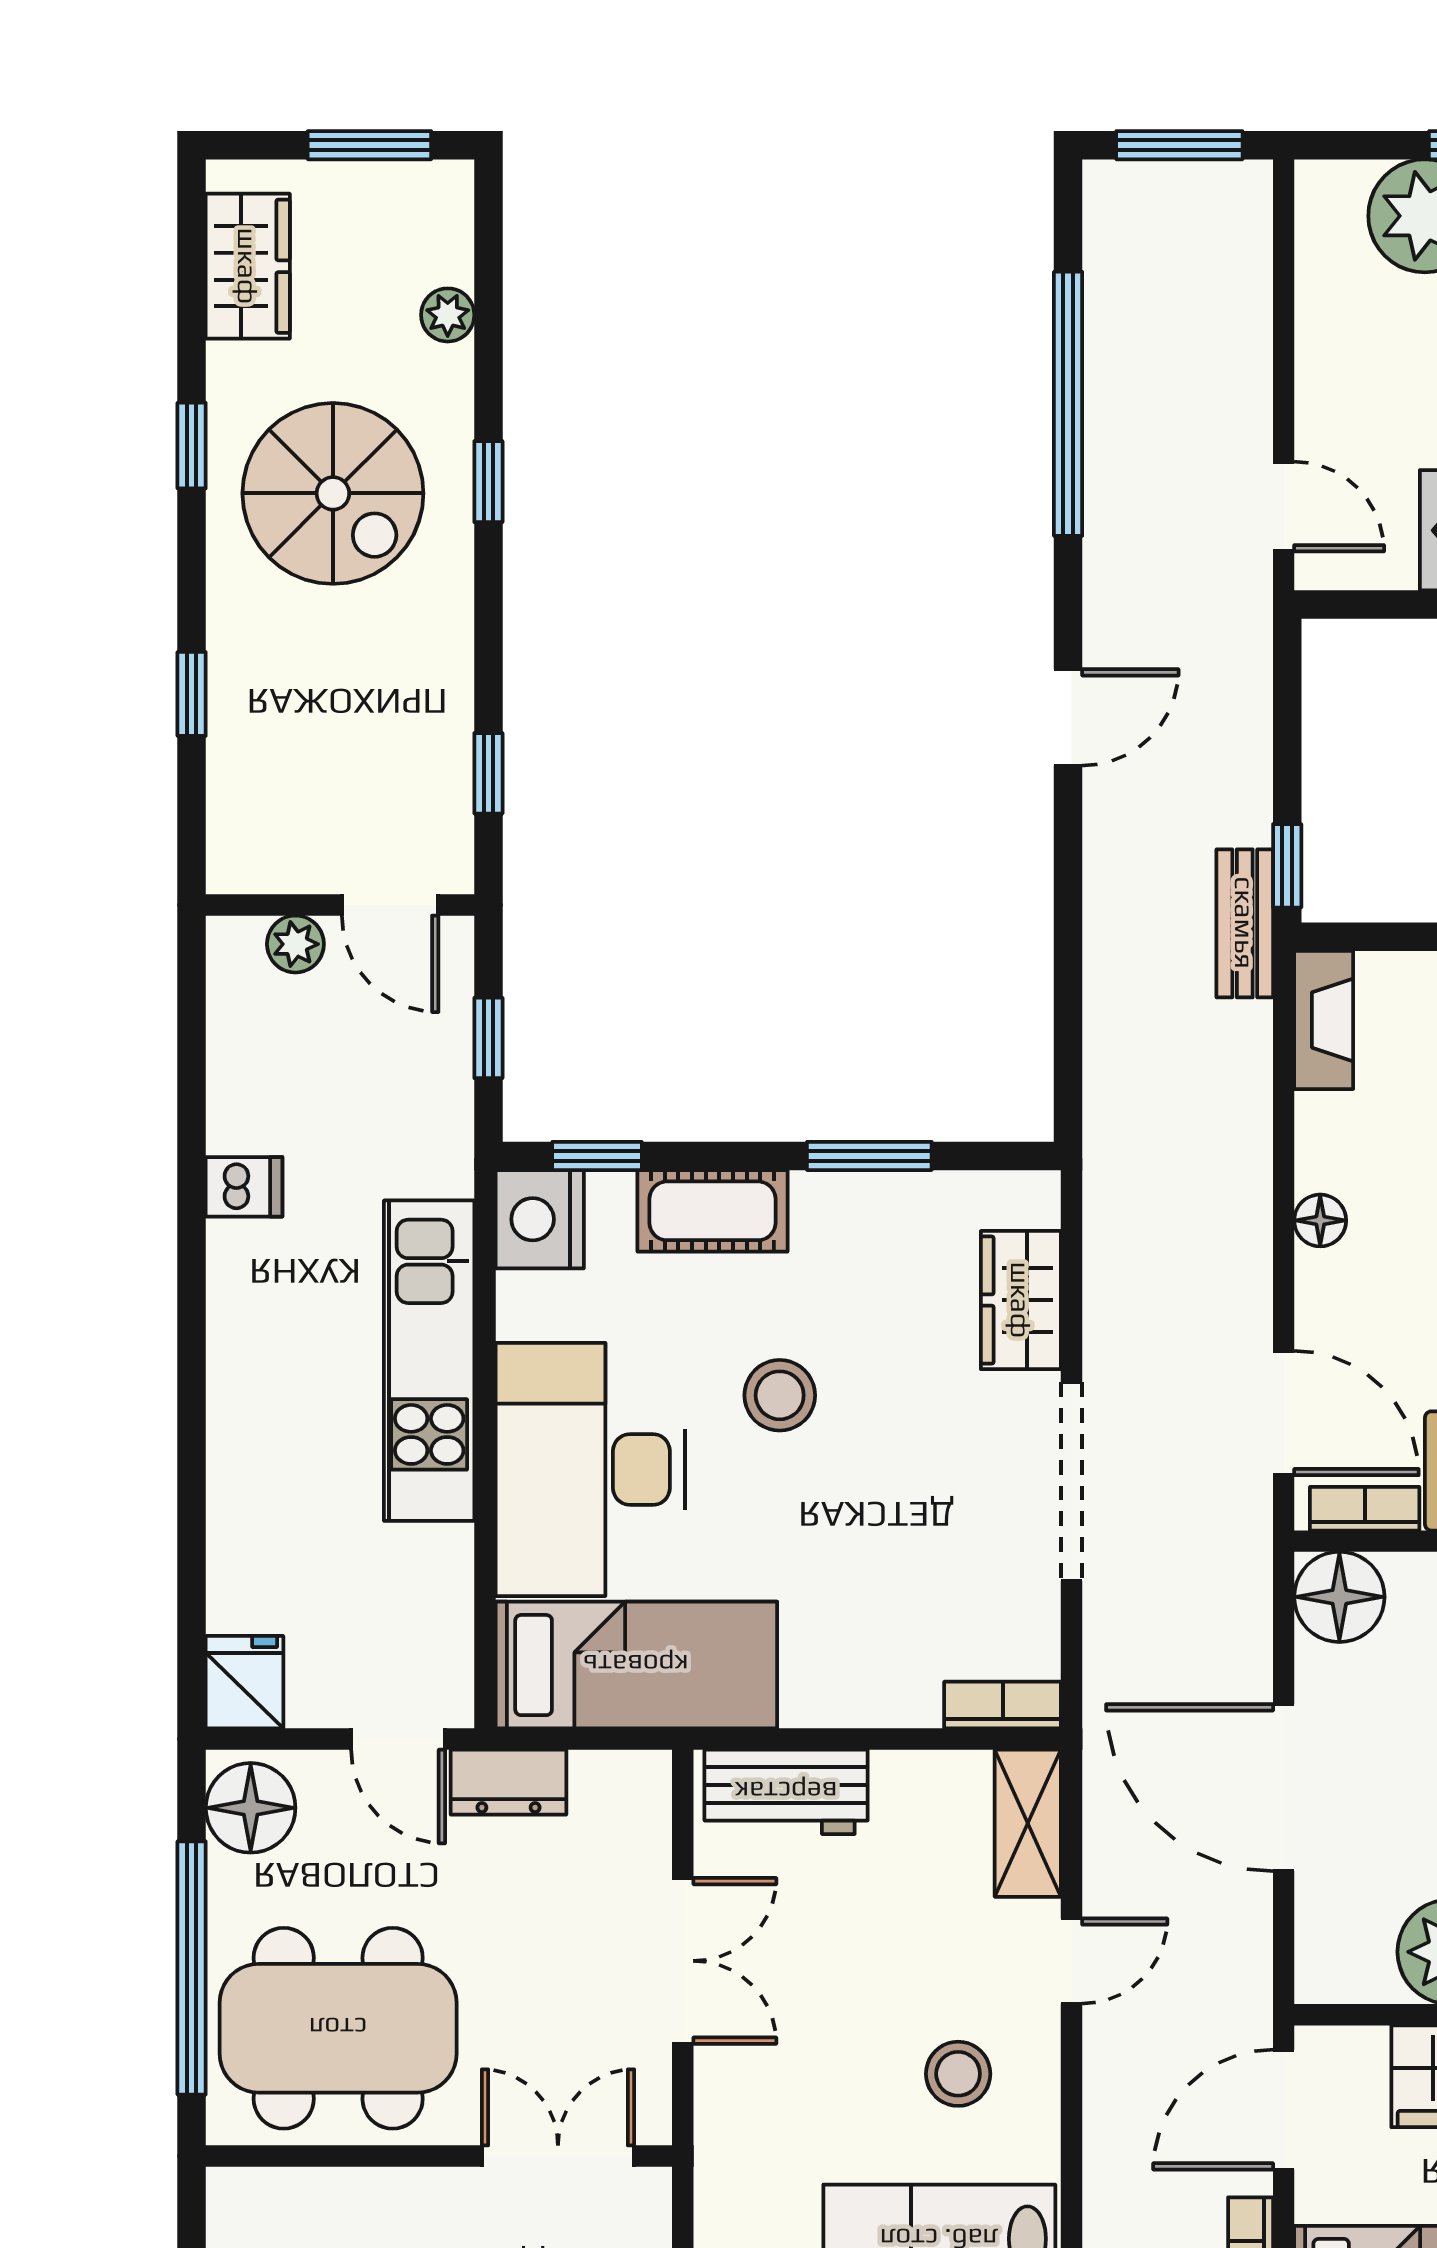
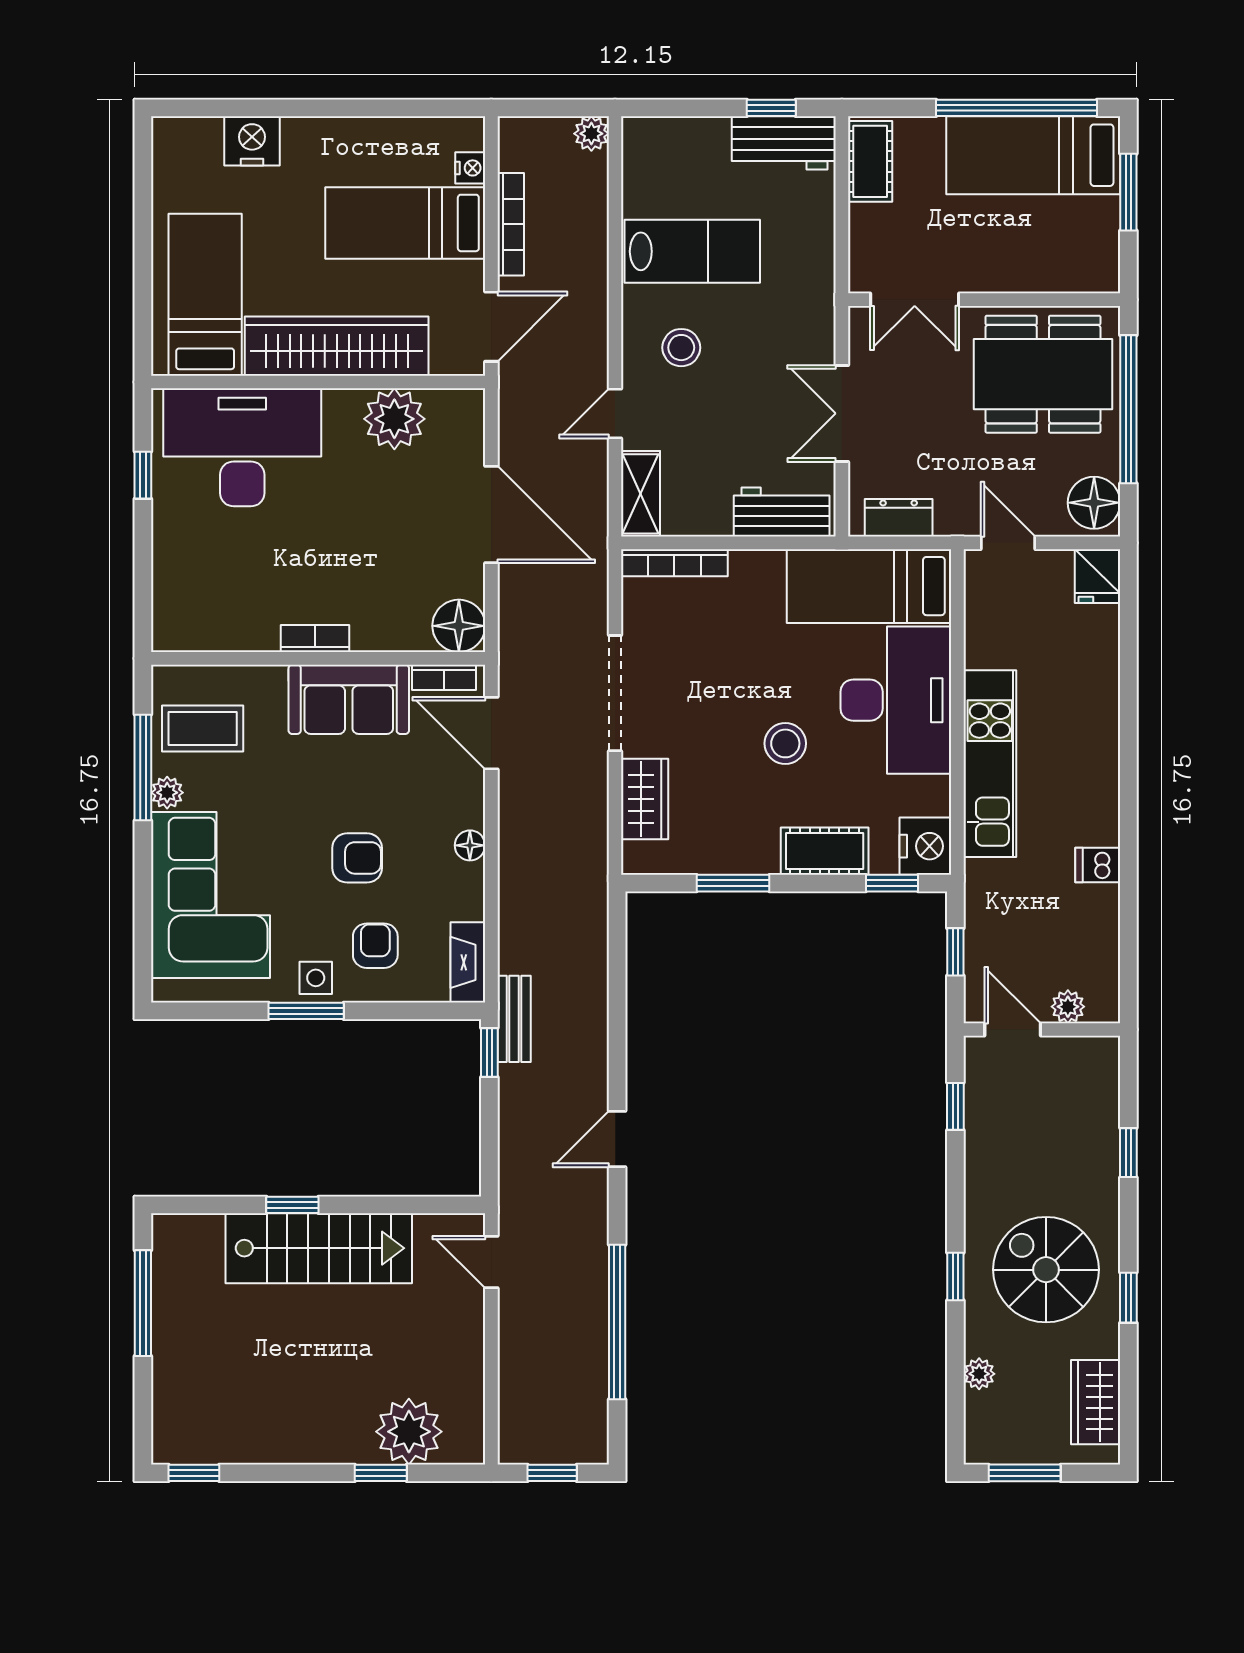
window: (1179, 145) -> (552, 1473), width x0.67
bookcase: (1003, 1705) -> (674, 563), width x1.56
dresser: (508, 1782) -> (899, 518), moved

